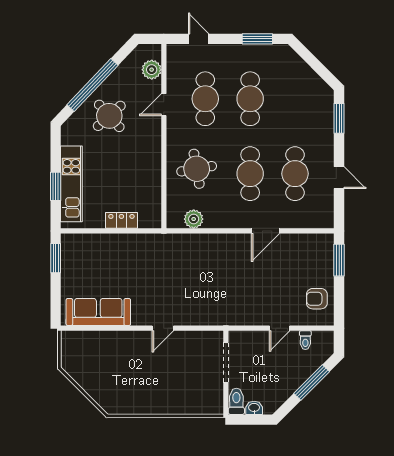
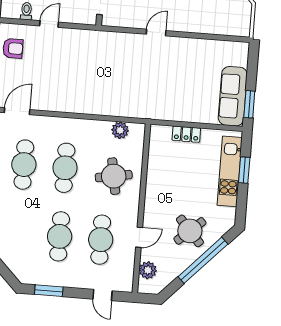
door: (265, 231) -> (17, 111), moved
sofa: (98, 312) -> (233, 96), moved, turned 90

